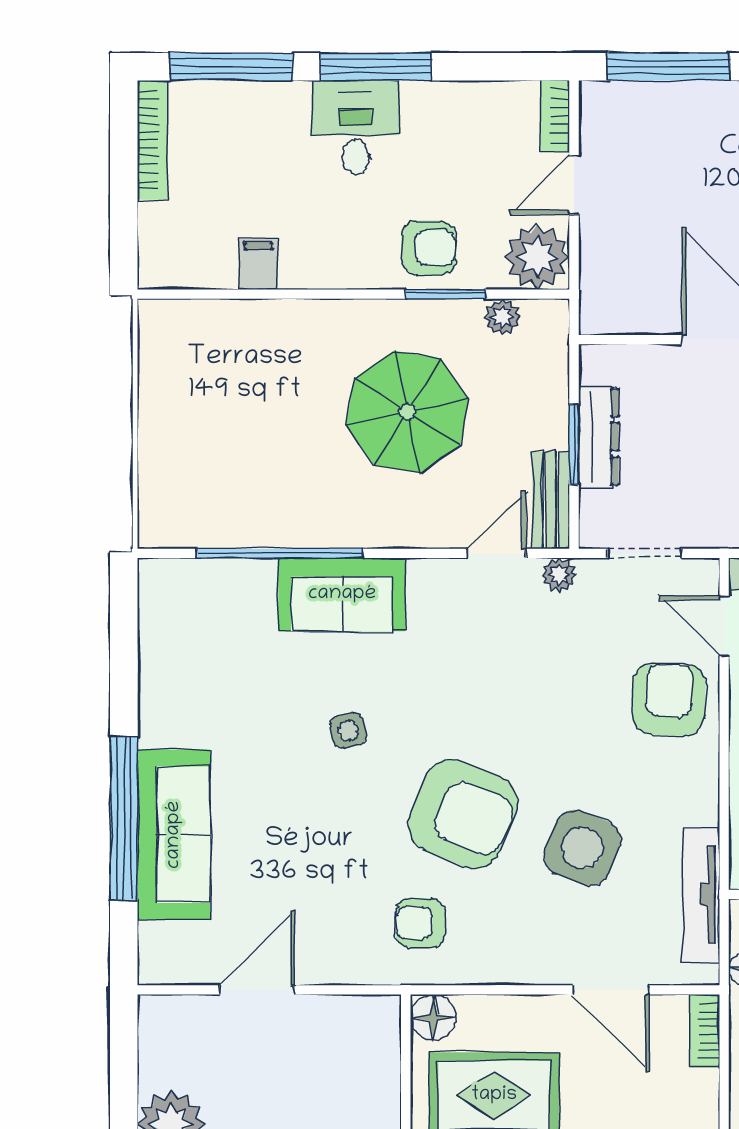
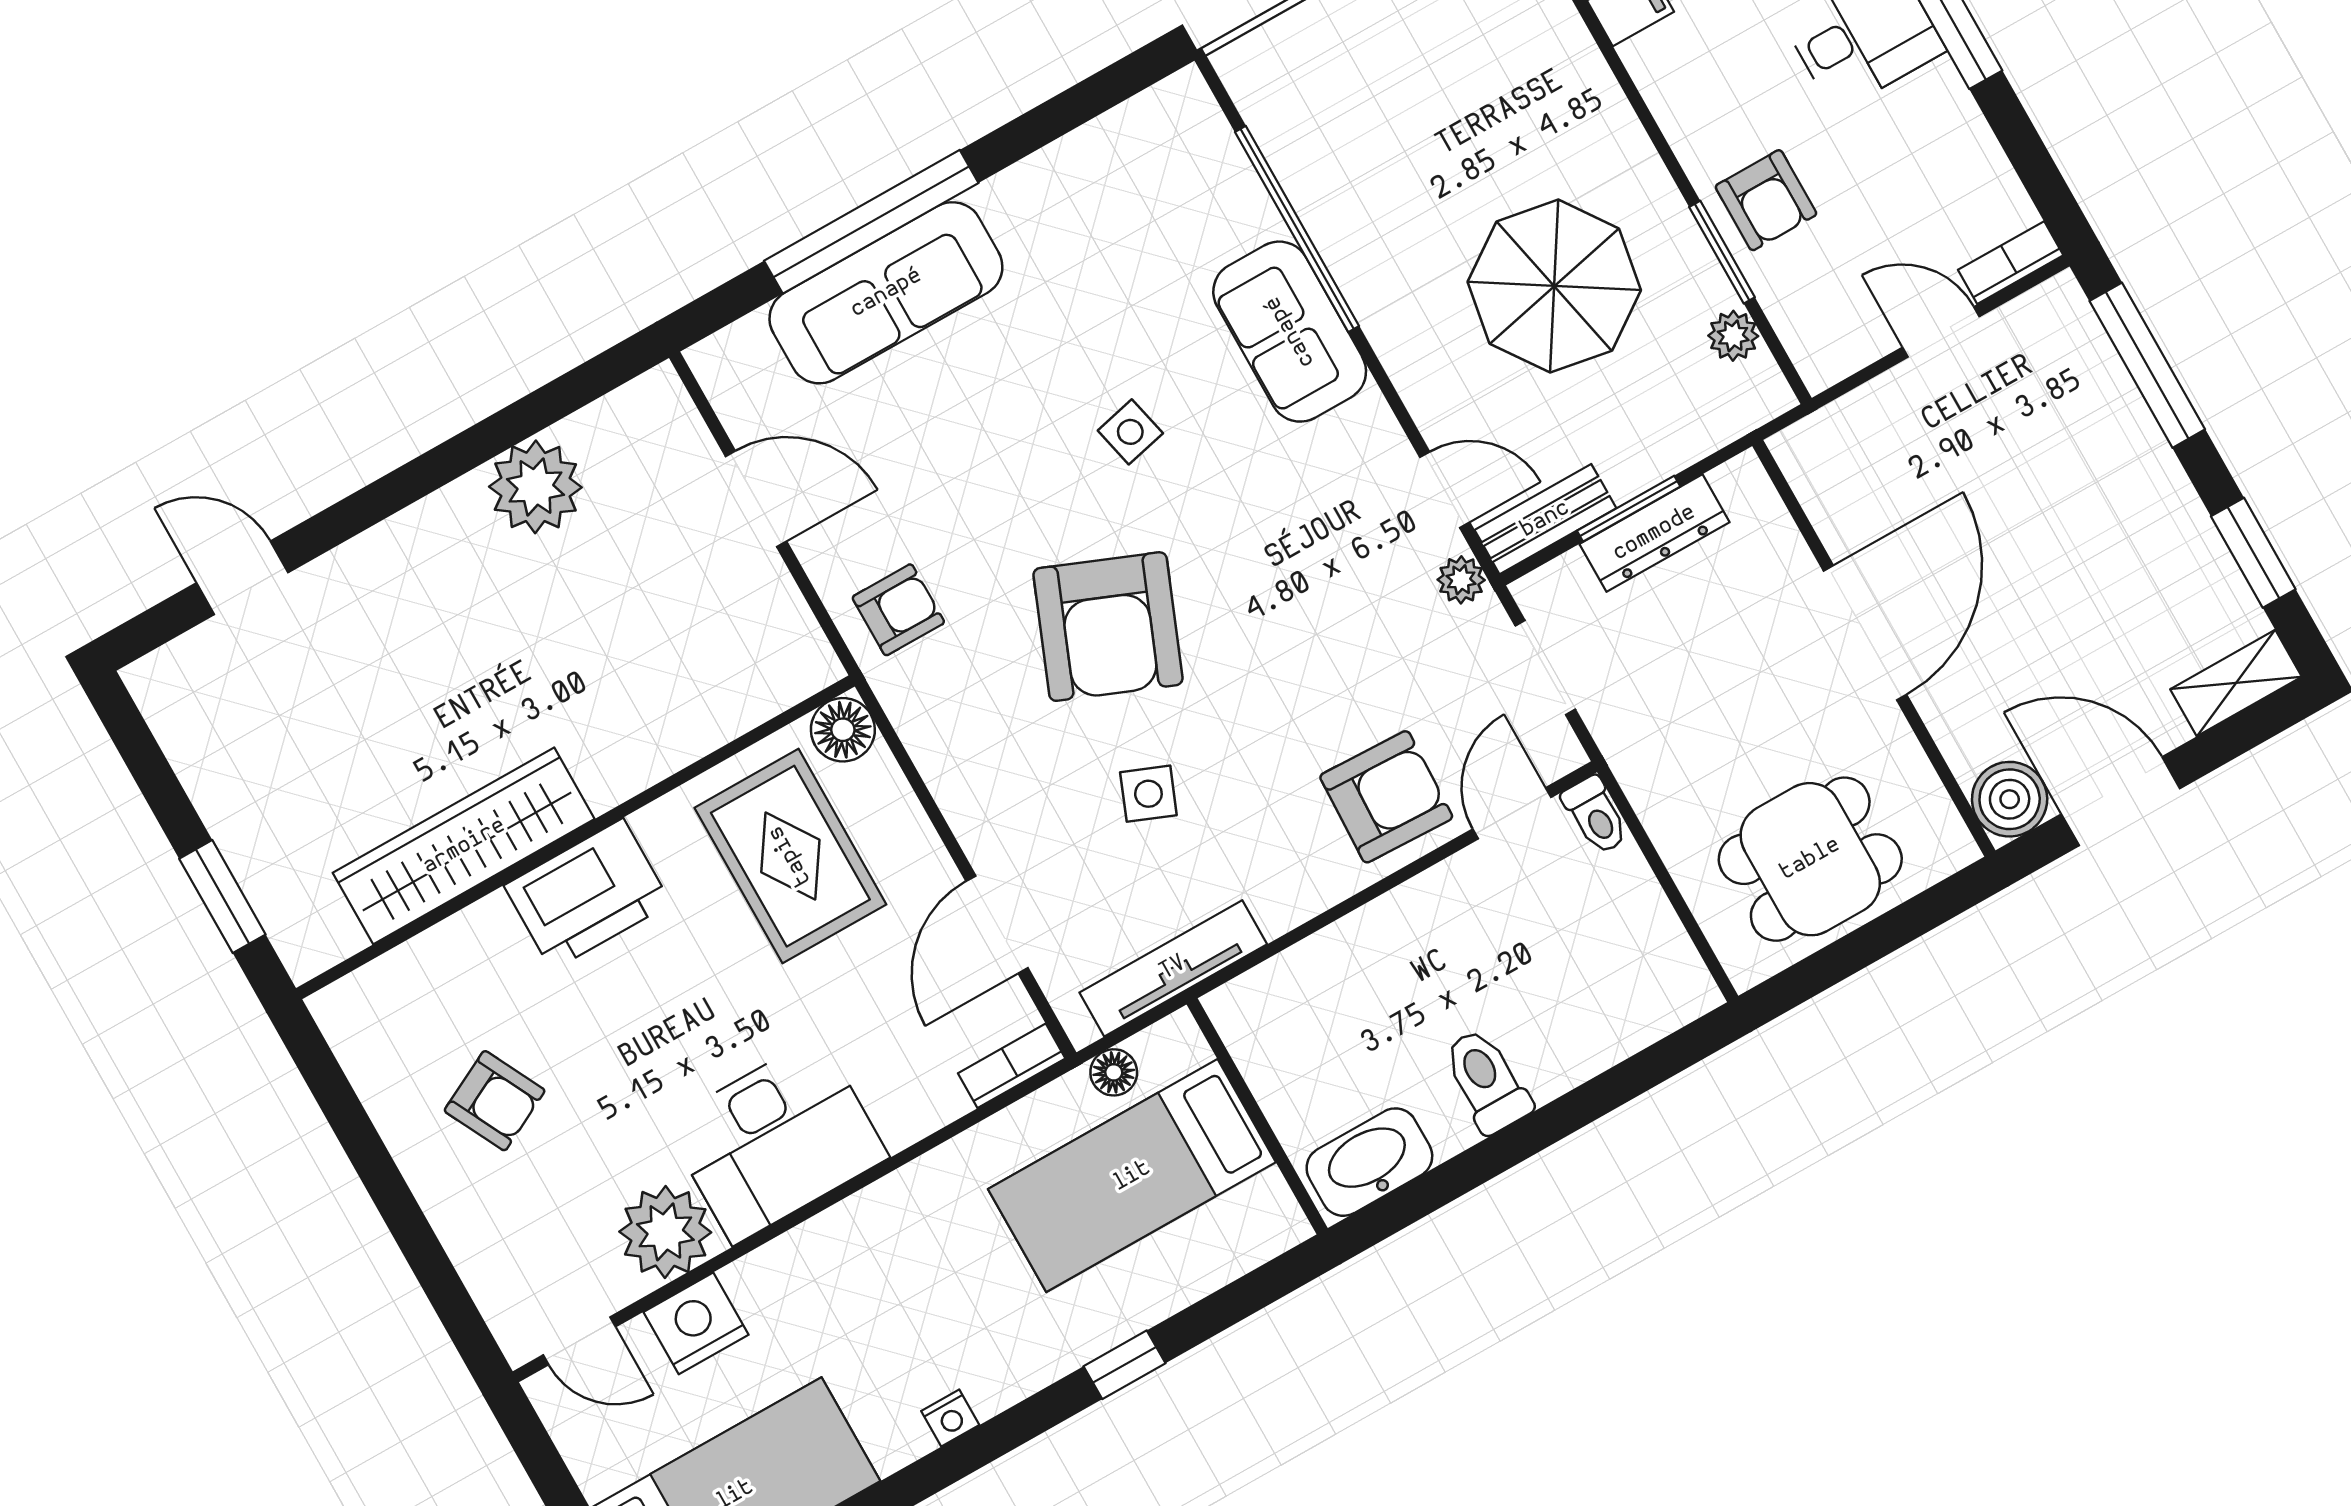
plant: (537, 257) -> (1829, 337), removed
side table: (582, 848) -> (1148, 794), width x0.54, depth x0.54
armchair: (420, 923) -> (898, 610), moved, turned 90

